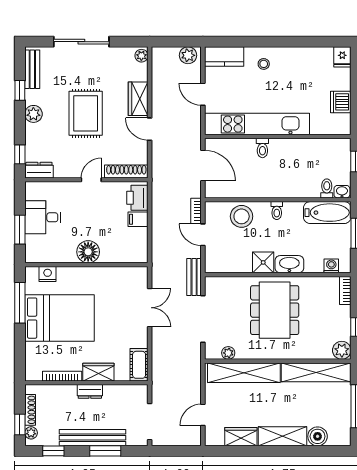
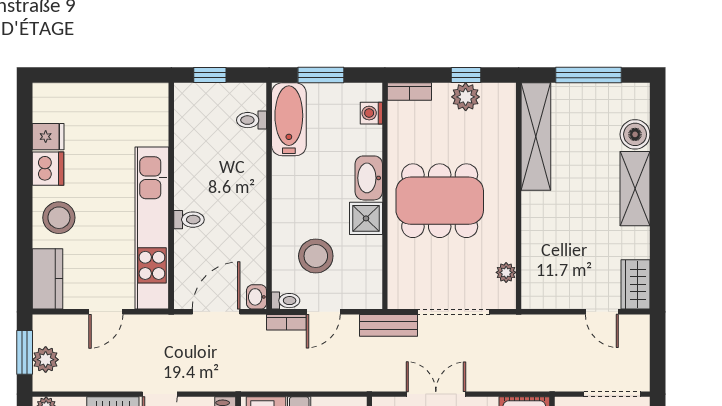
window: (177, 42) -> (25, 352), added
plant: (188, 55) -> (46, 360), moved
fridge: (342, 57) -> (48, 137), moved
stool: (264, 64) -> (59, 218), width x1.89, depth x1.89
dishwasher: (341, 102) -> (48, 169), moved, turned -90
washbasin: (342, 192) -> (257, 297), moved
toilet: (277, 211) -> (286, 301), moved
stool: (242, 216) -> (316, 256), moved
plant: (342, 350) -> (466, 97), moved
shelving: (244, 373) -> (537, 248), removed
wardrobe: (241, 437) -> (636, 284), moved

